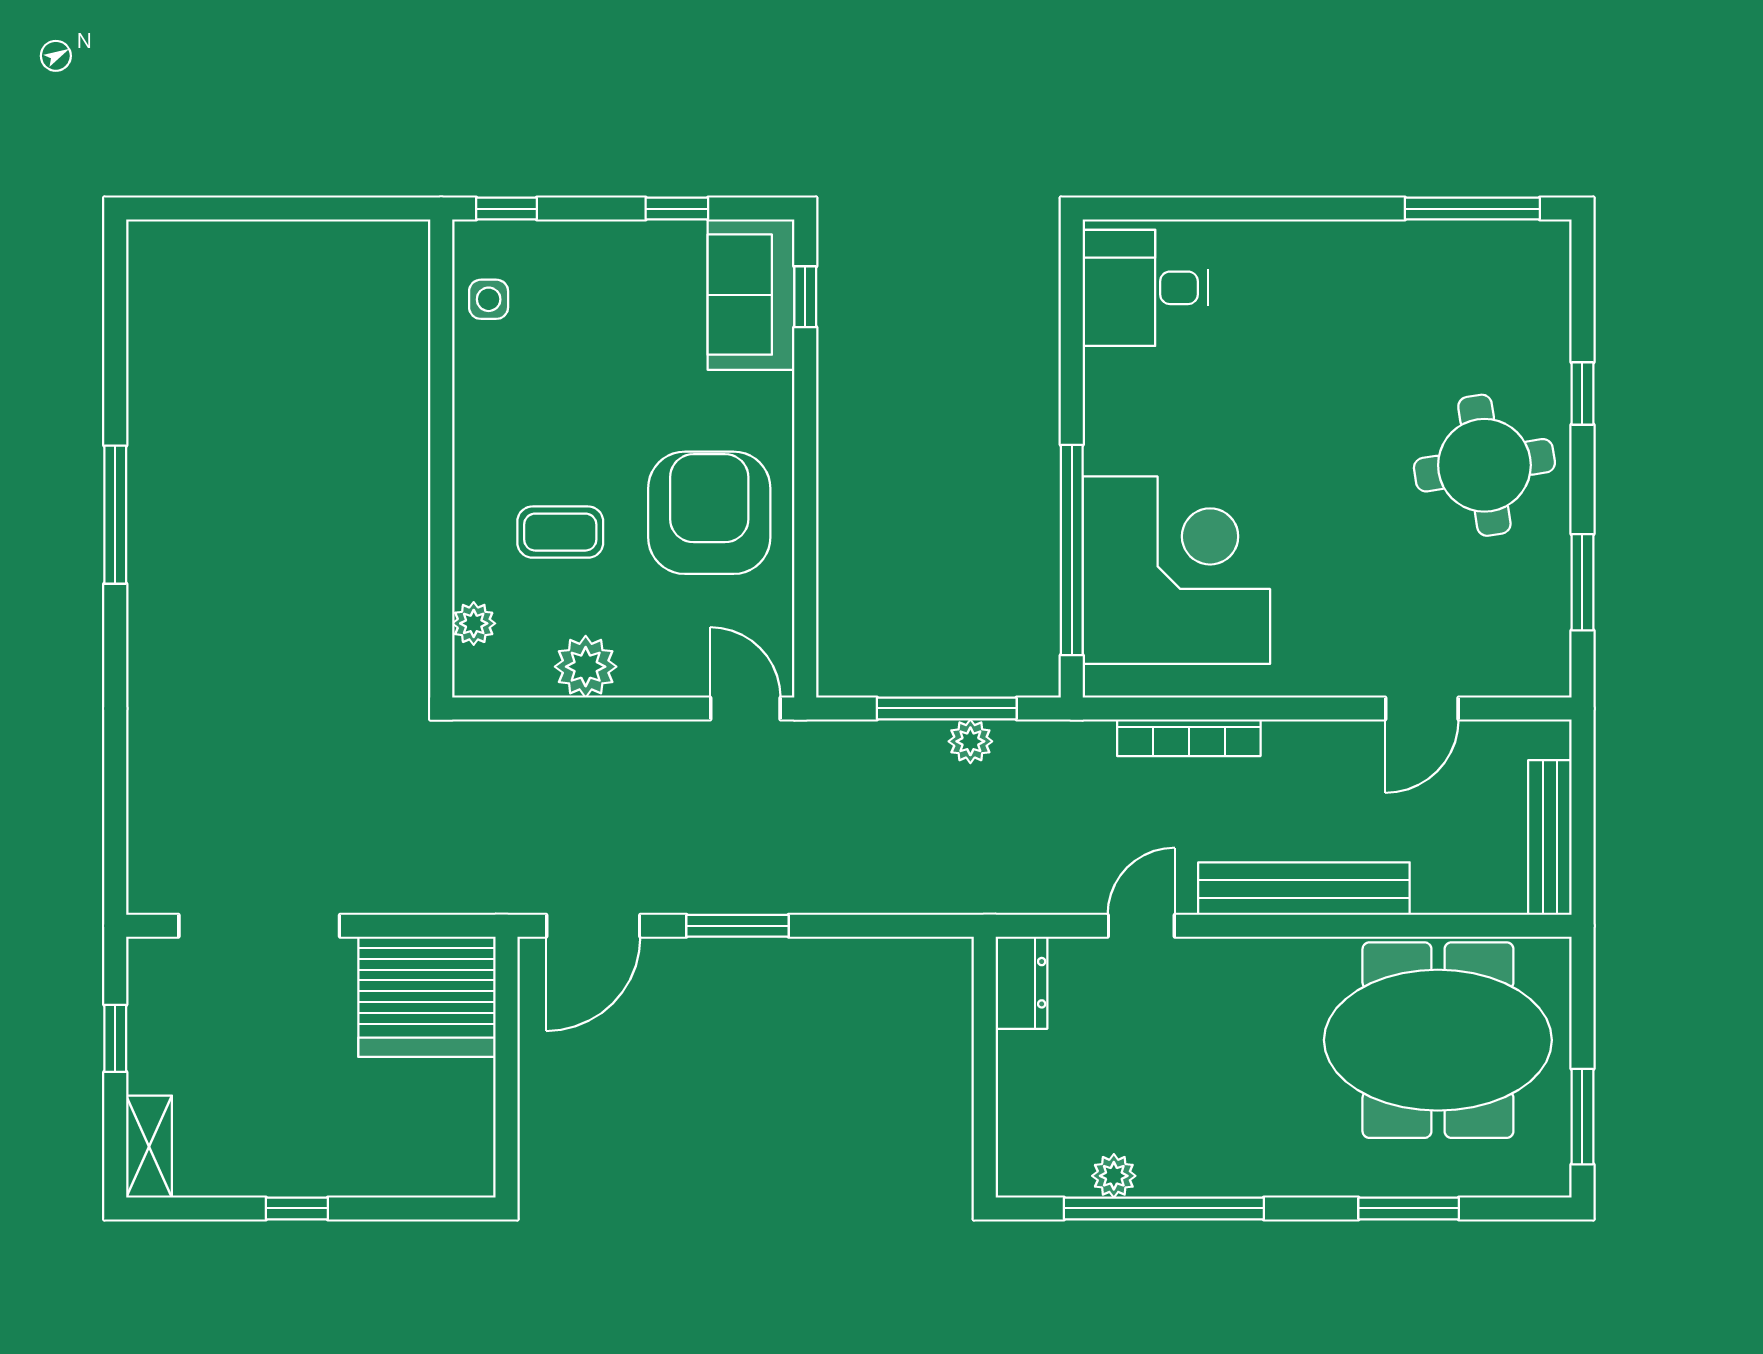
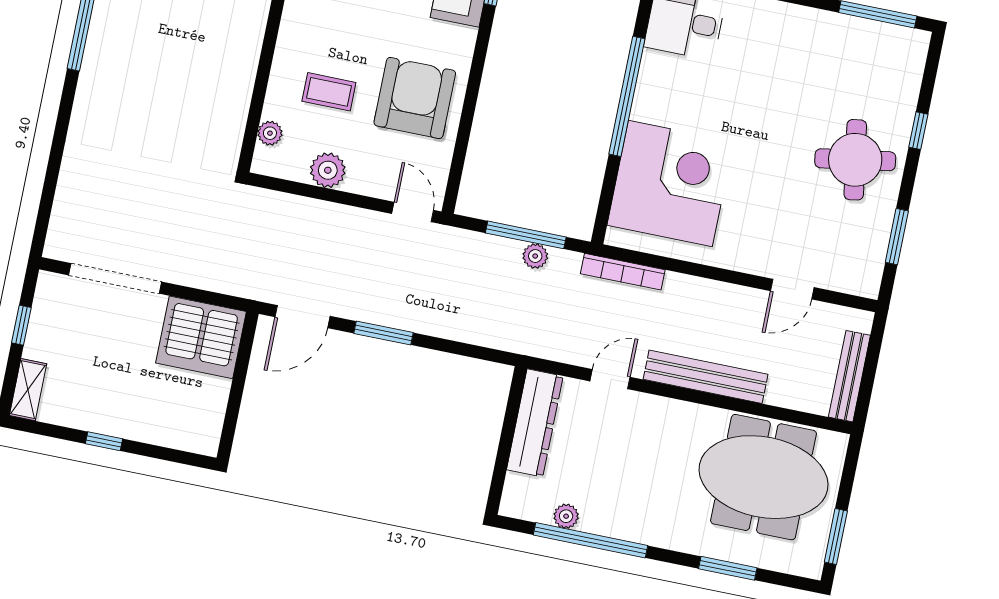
window: (1072, 550) -> (627, 96), moved
bookcase: (1189, 738) -> (623, 272), moved
dresser: (1021, 983) -> (535, 423), width x1.96, depth x1.24

